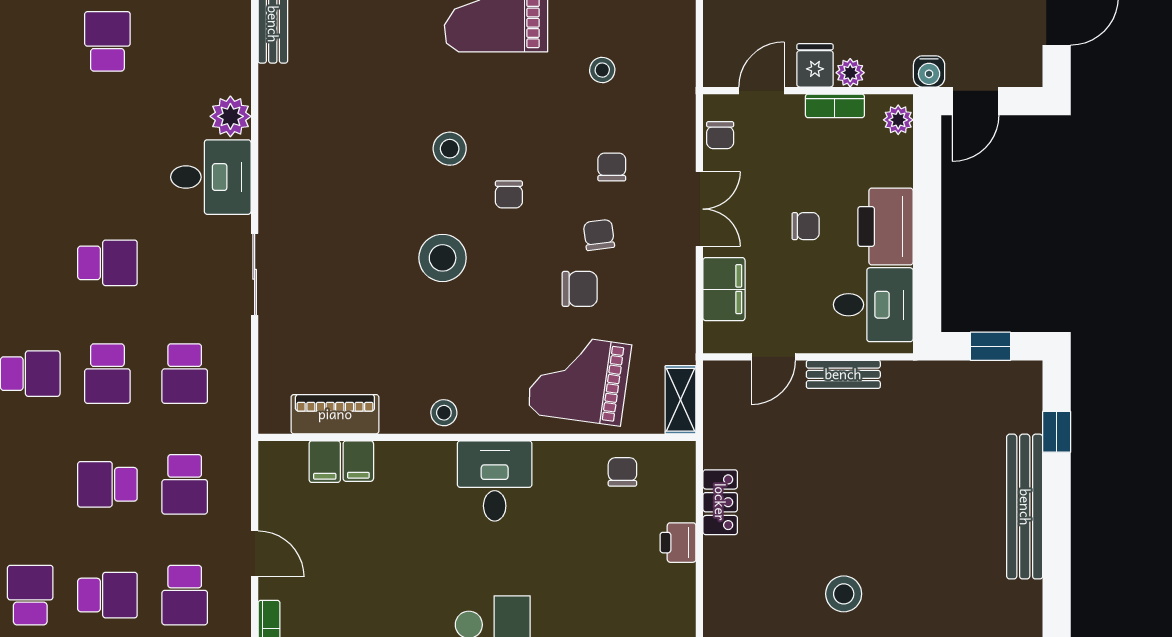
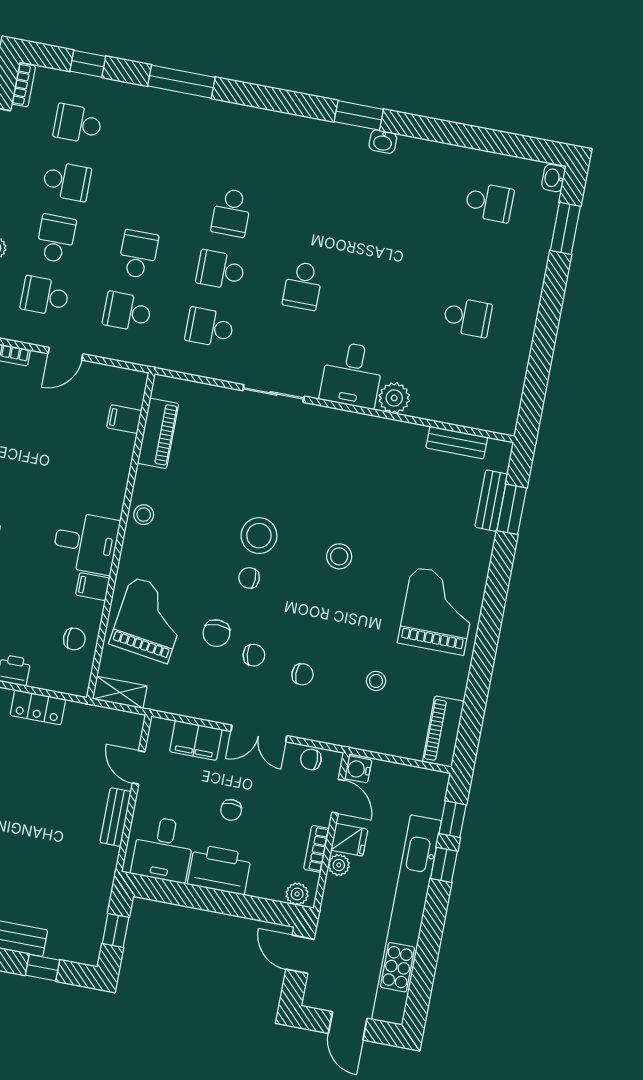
water cooler: (929, 71) -> (358, 769), moved
chair: (509, 194) -> (249, 578), moved
filing cabinet: (358, 461) -> (93, 587), moved
school desk: (107, 595) -> (56, 239), turned 180

